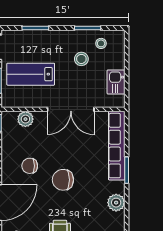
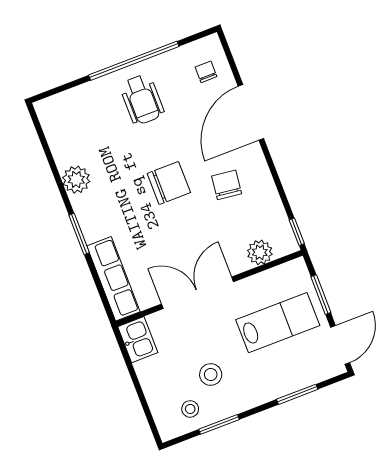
kitchen sink: (116, 82) -> (138, 340), moved
row of seats: (117, 146) -> (113, 279), width x0.73
chair: (30, 166) -> (227, 185), turned -83

